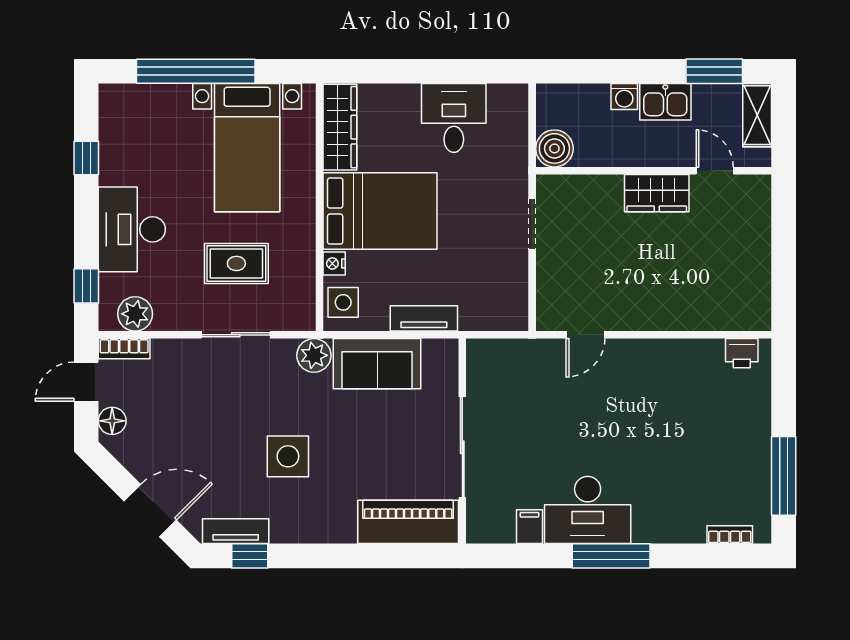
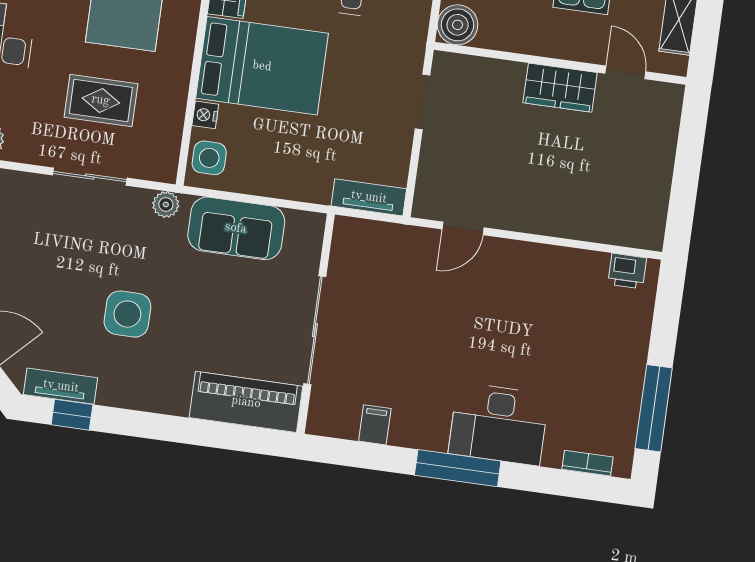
tv unit: (424, 318) -> (369, 197), moved
plant: (314, 355) -> (166, 204), width x0.73, depth x0.73
desk: (588, 510) -> (499, 424), moved

